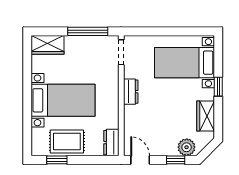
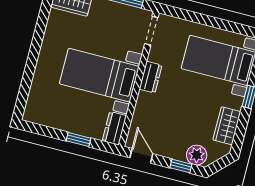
bed with nightstands: (63, 100) -> (99, 75), moved, turned 180
rug: (67, 142) -> (65, 114), removed
window: (57, 160) -> (79, 140), moved

